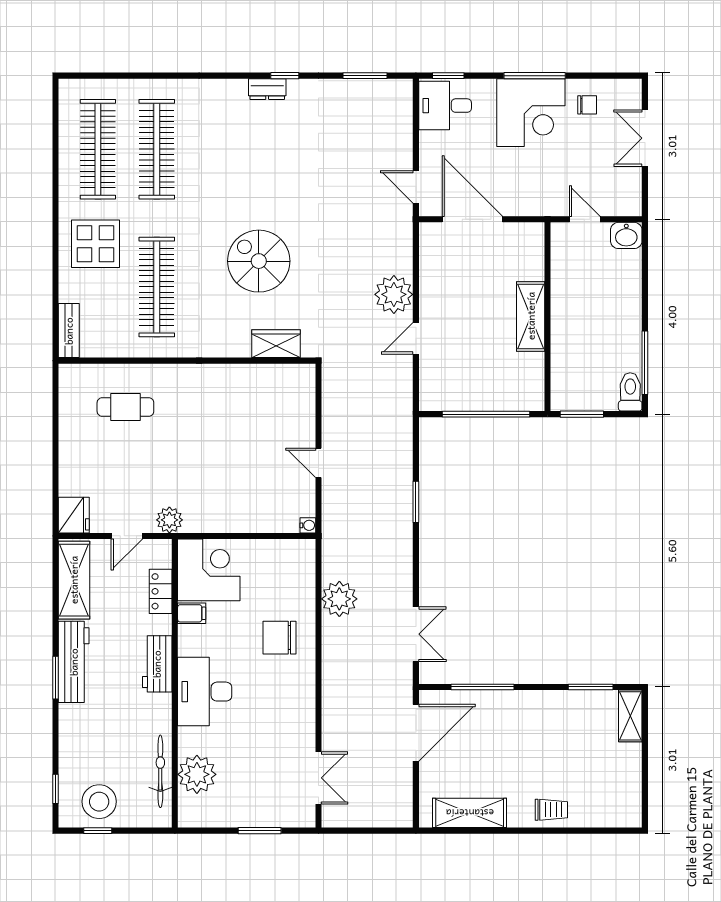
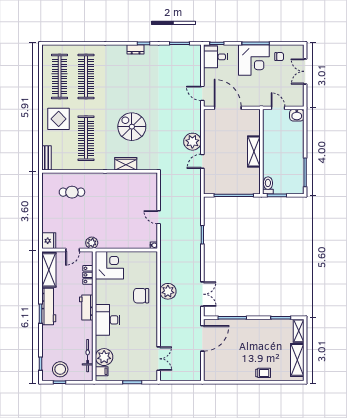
wardrobe: (276, 344) -> (126, 164), moved
toilet: (630, 392) -> (268, 185), moved
plant: (339, 599) -> (168, 291), moved
filing cabinet: (192, 613) -> (102, 371), moved
shelving: (470, 813) -> (297, 360), moved, turned 90

